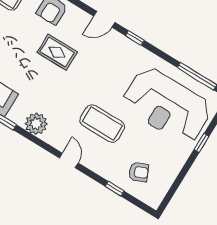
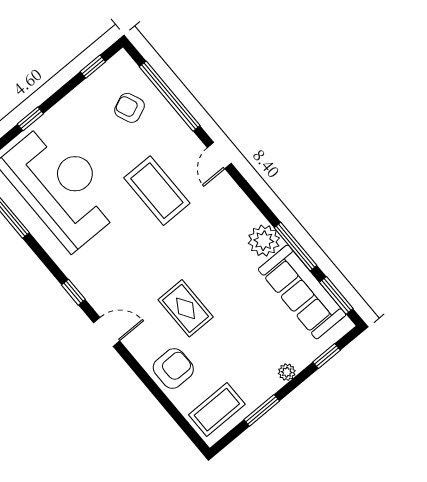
plant: (36, 124) -> (264, 241), moved
window: (115, 189) -> (170, 96), width x3.17
window: (172, 191) -> (93, 67), added

